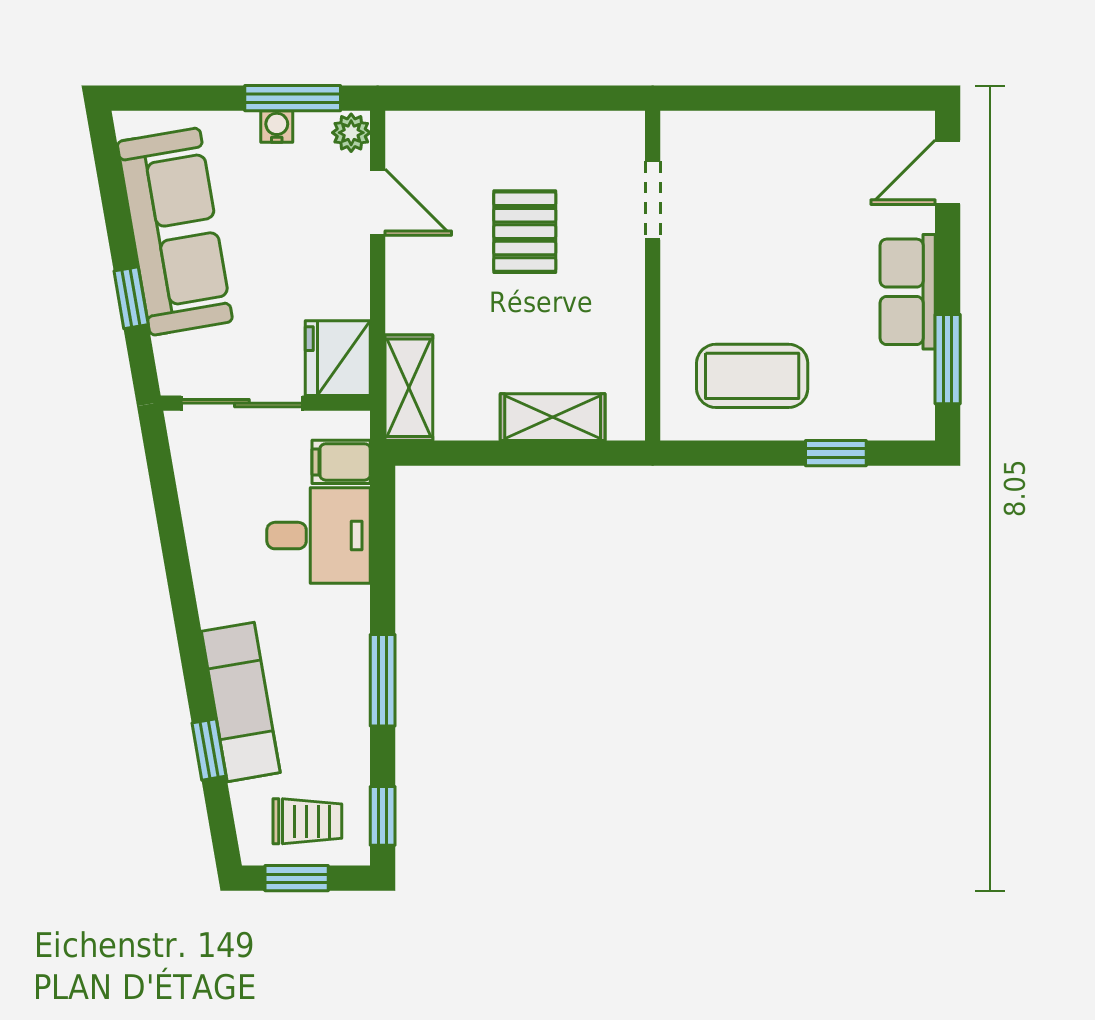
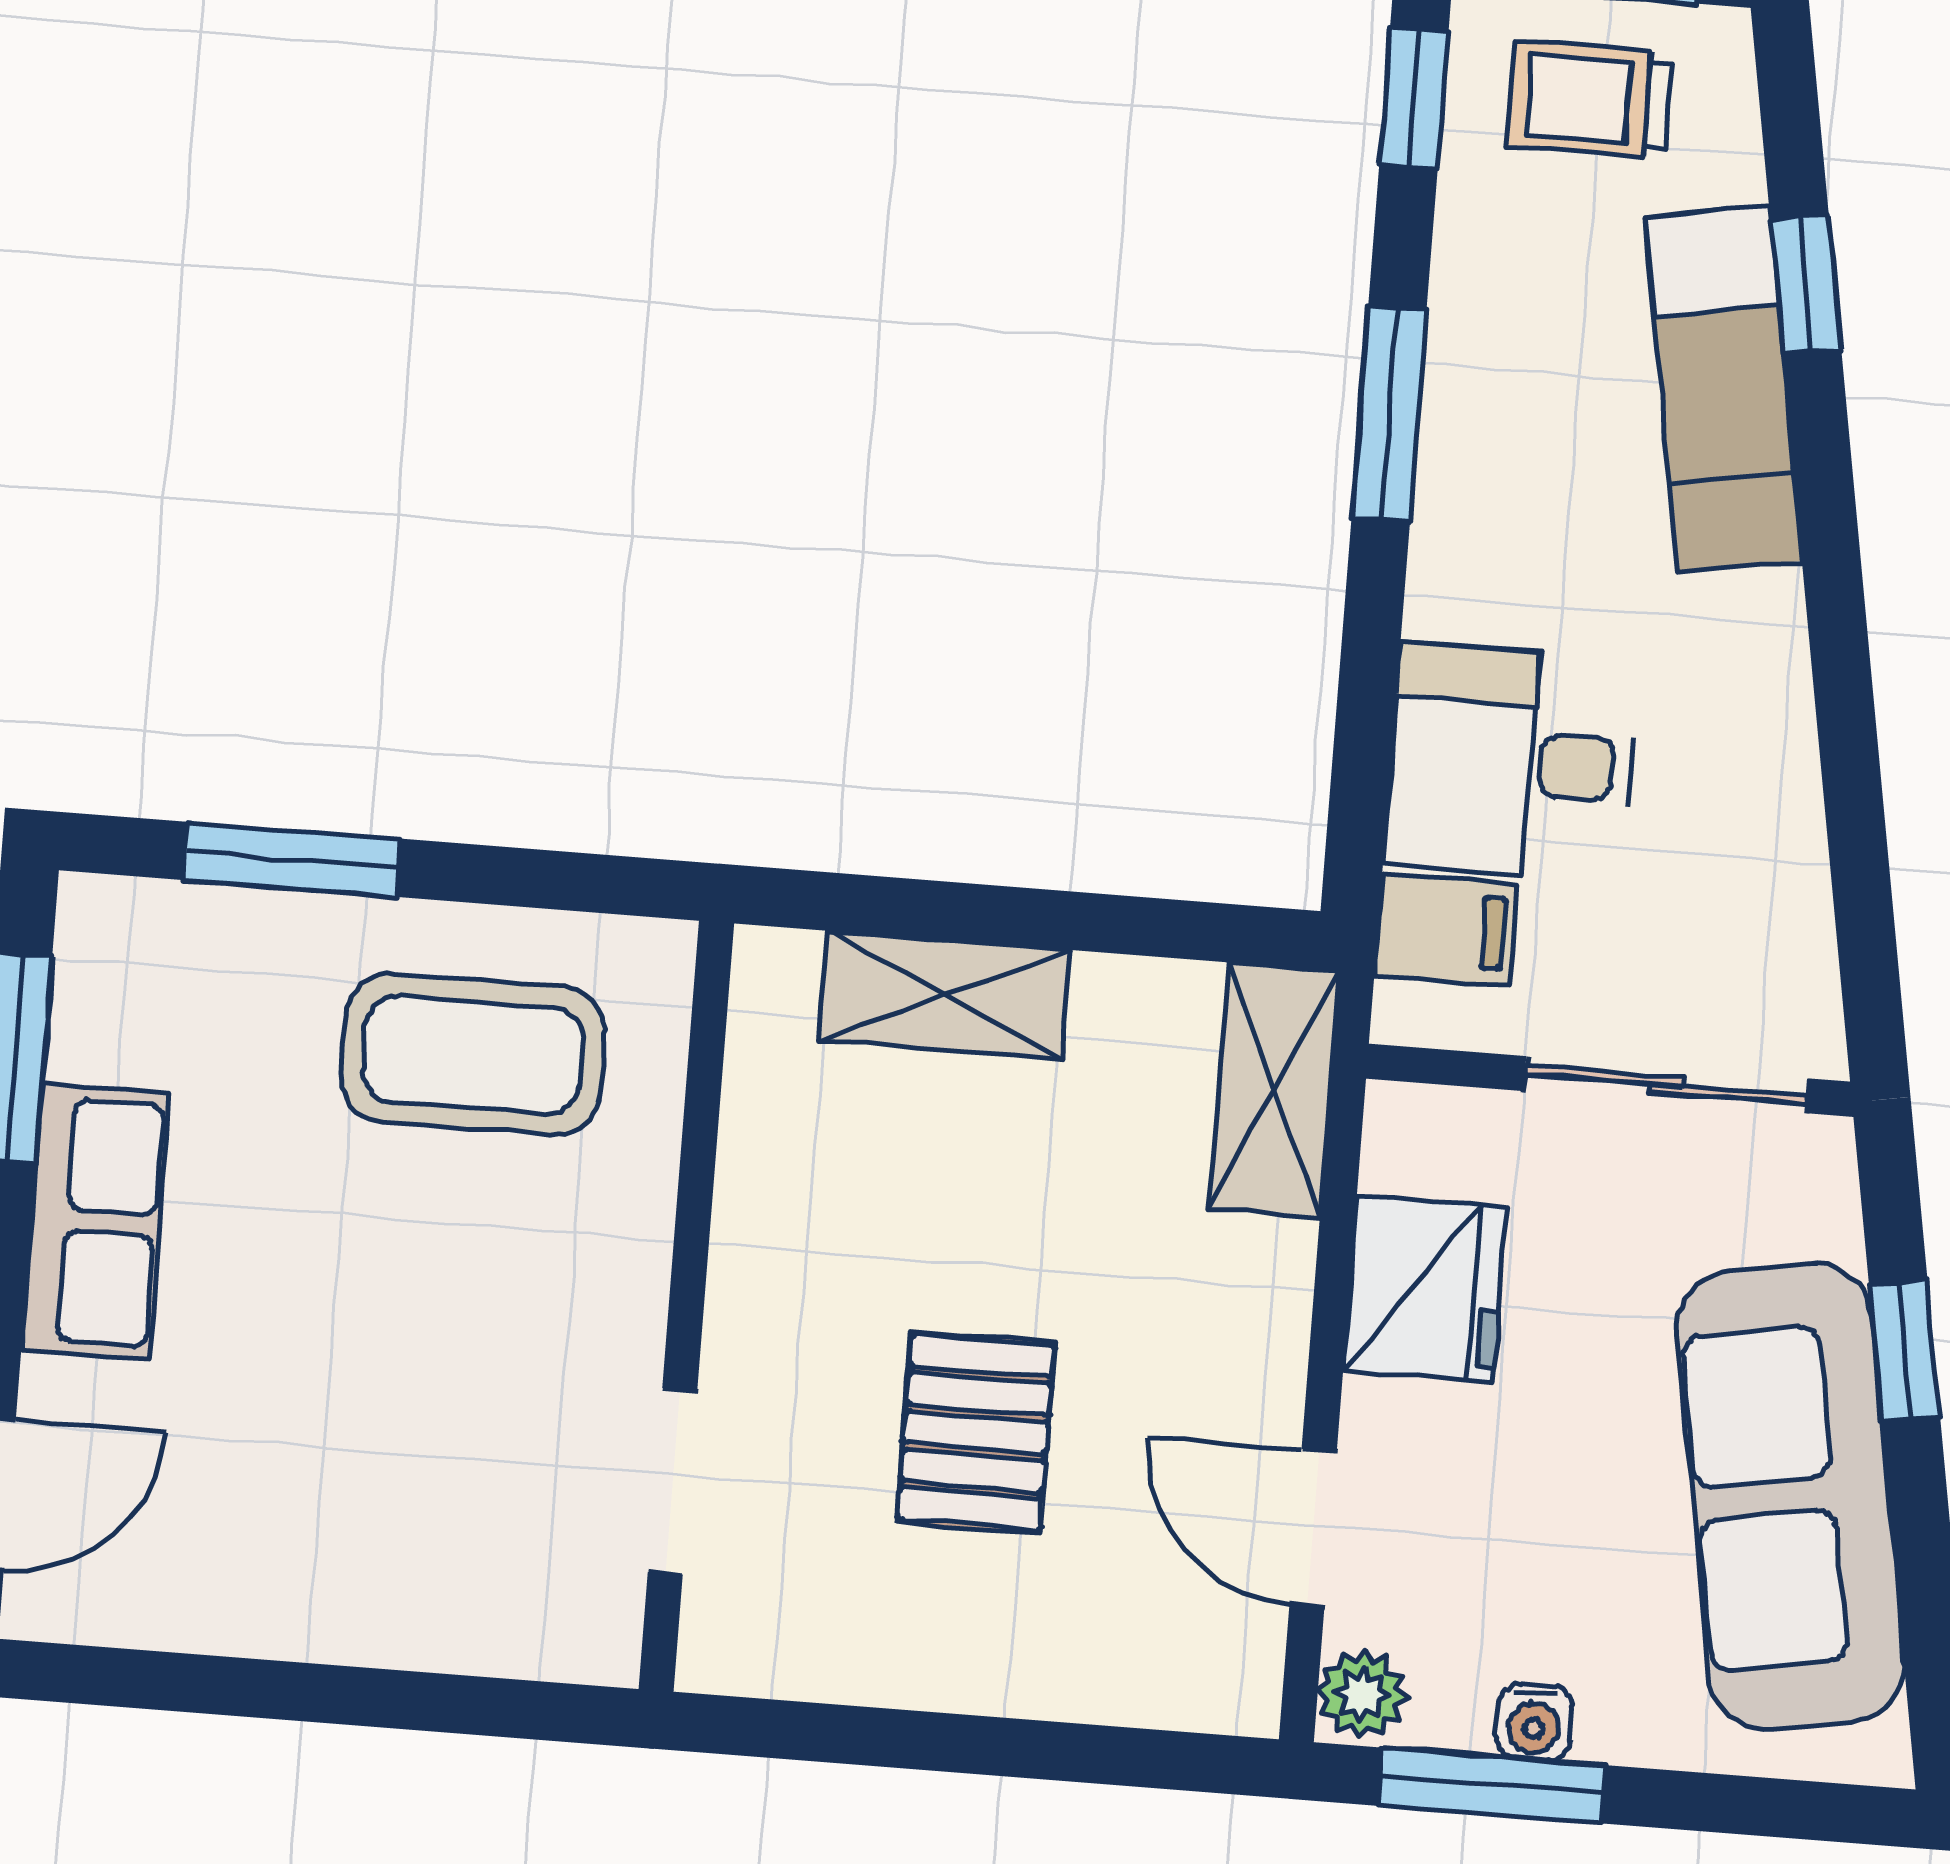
fridge: (338, 358) -> (1425, 1289), moved
window: (836, 453) -> (292, 859), width x1.50

